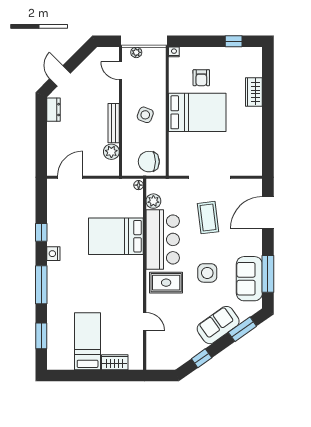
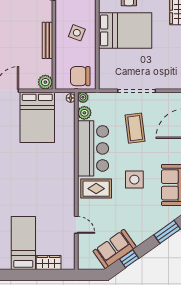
plant: (111, 152) -> (45, 82), moved
plant: (152, 184) -> (83, 97), added
bed: (116, 236) -> (37, 117), moved, turned -90
sofa: (218, 325) -> (115, 249), moved

